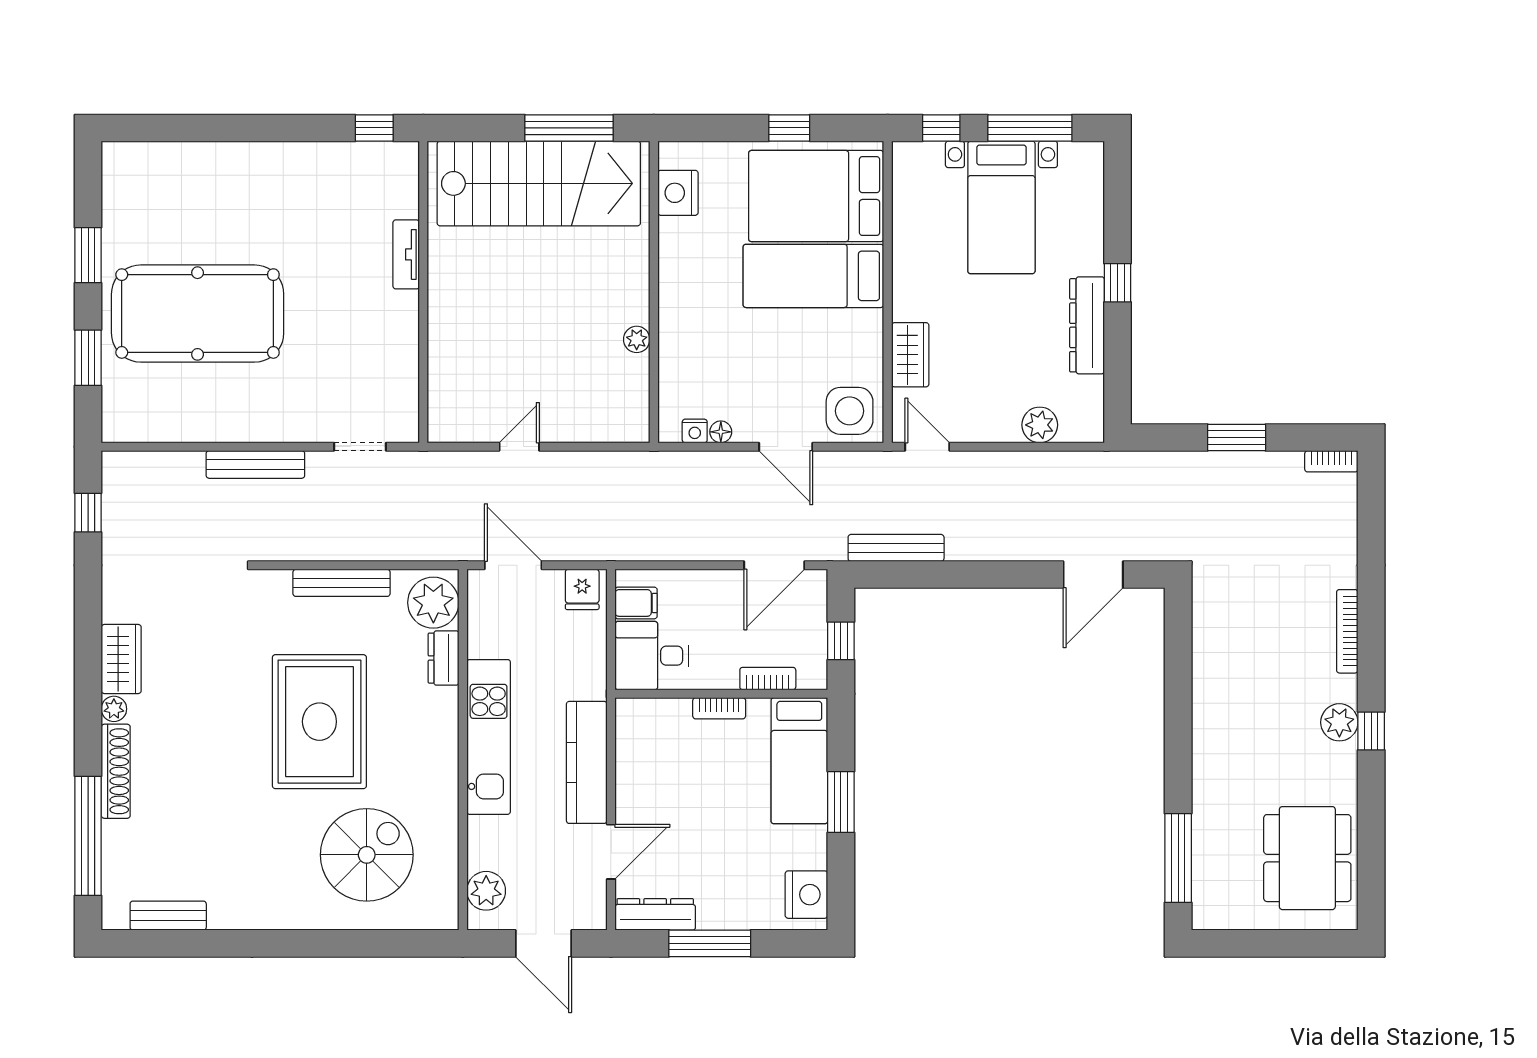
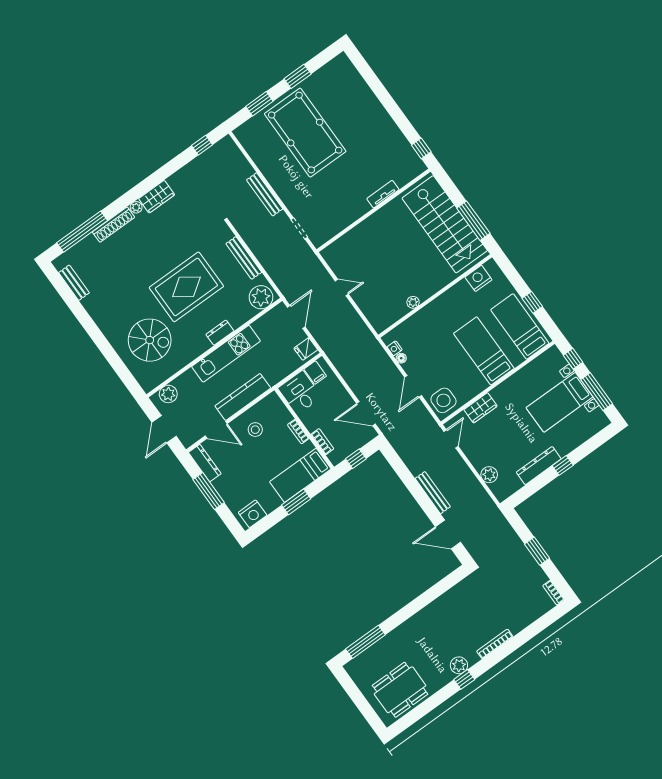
bed: (816, 196) -> (520, 326), width x0.67
bench: (896, 548) -> (433, 493), moved
dresser: (444, 658) -> (220, 333), moved
stool: (661, 782) -> (255, 430), added

